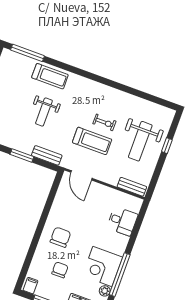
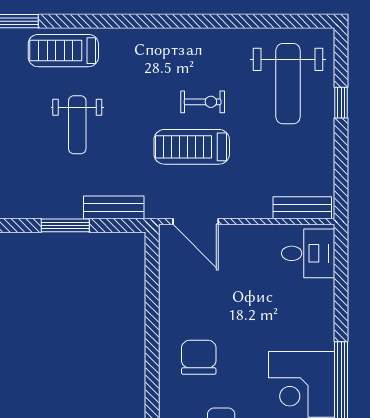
treadmill: (50, 76) -> (63, 51), turned 180
treadmill: (92, 141) -> (192, 147), turned 180
weight bench: (140, 141) -> (288, 84), moved
desk: (122, 221) -> (308, 253), moved

